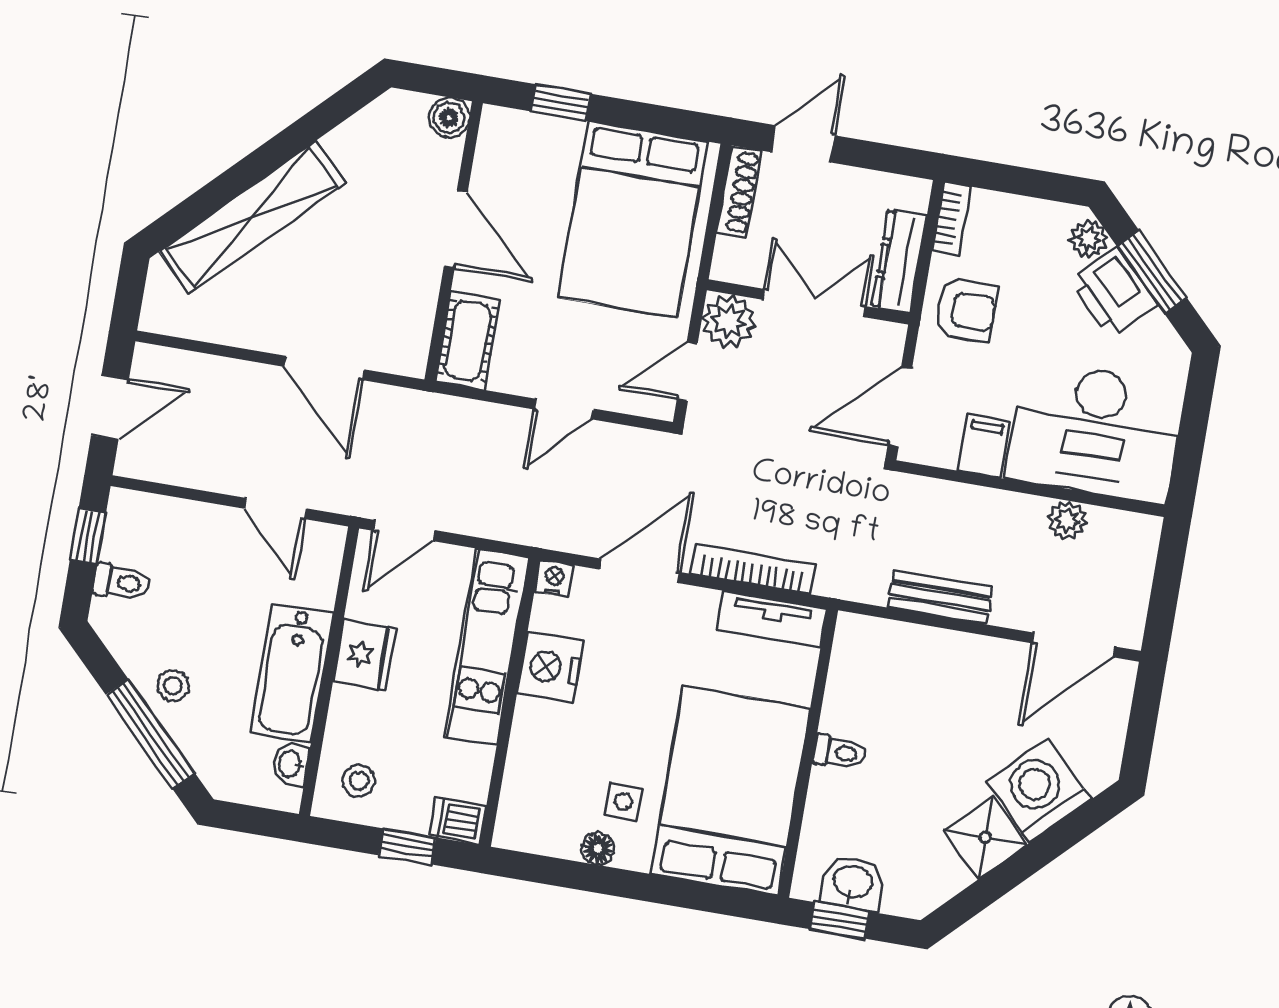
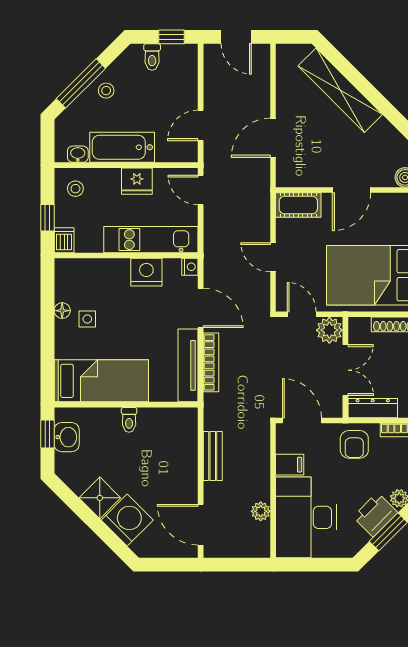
tv unit: (772, 619) -> (188, 365), width x1.41
bed: (731, 791) -> (101, 381), width x0.67

